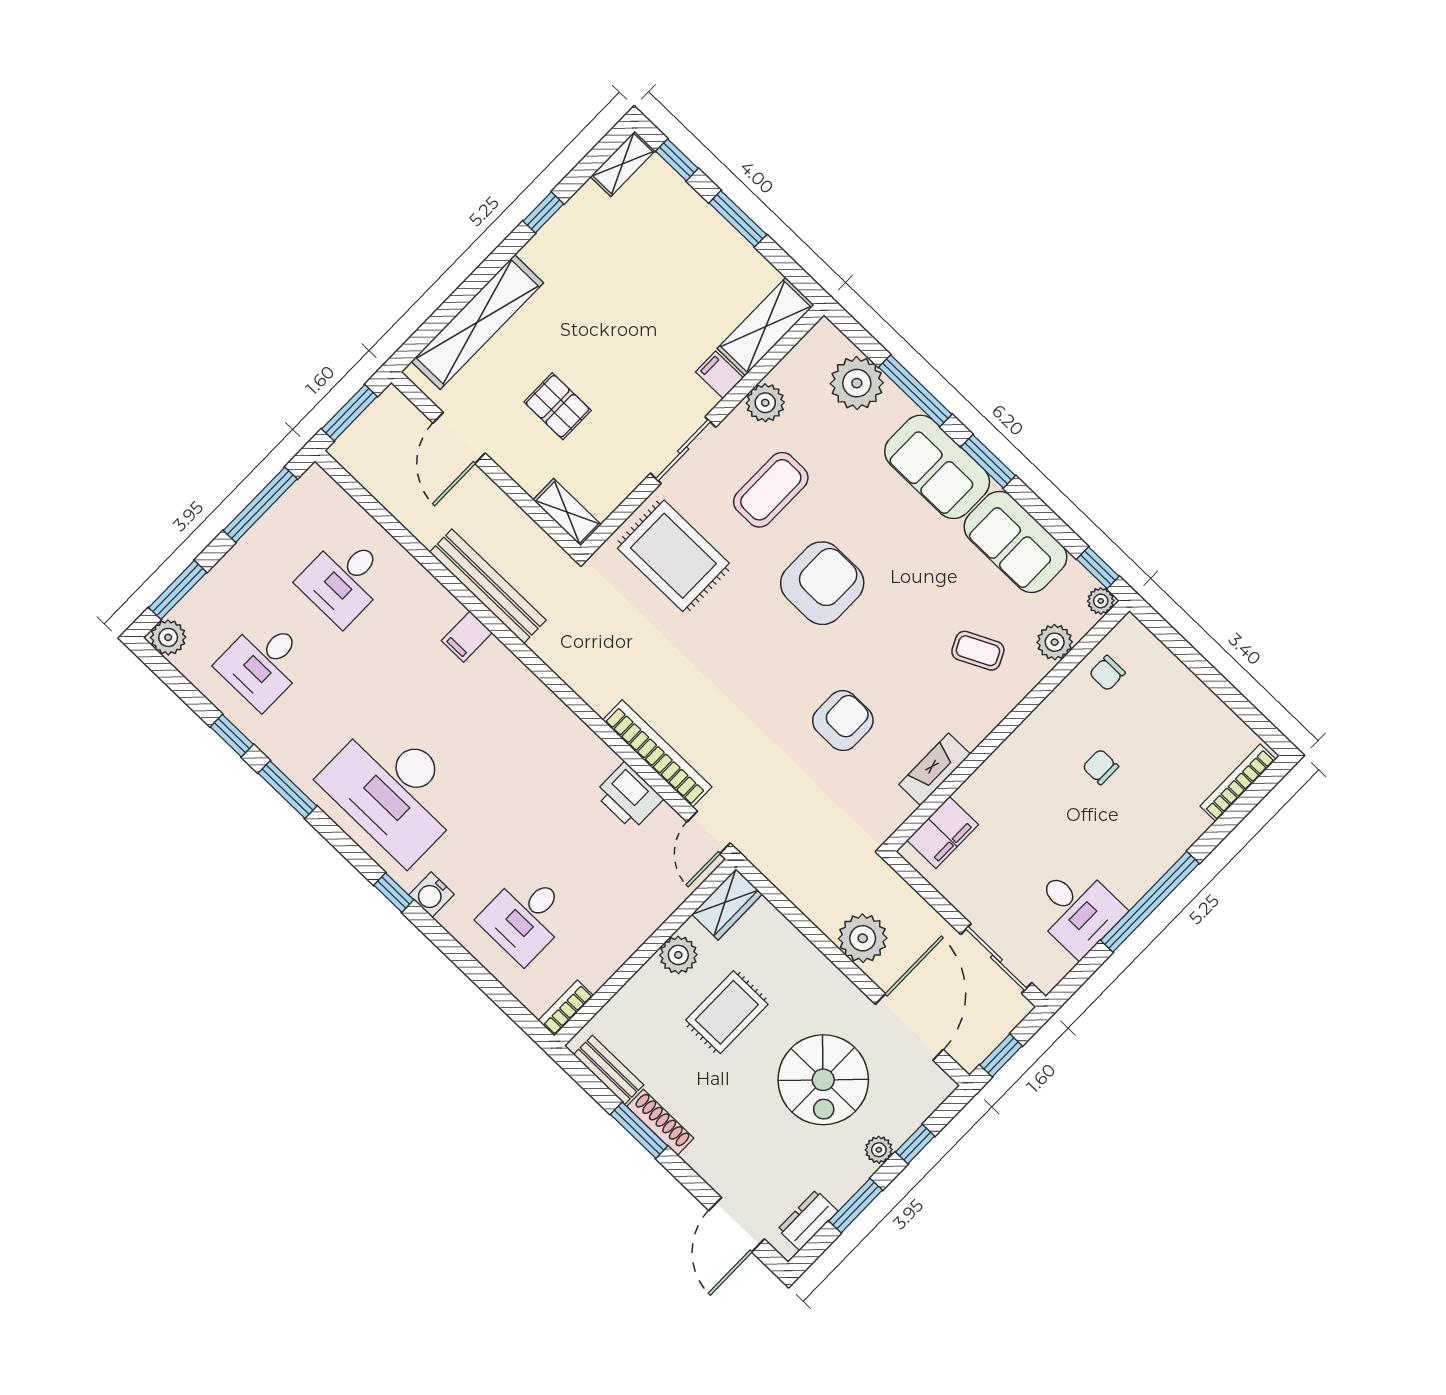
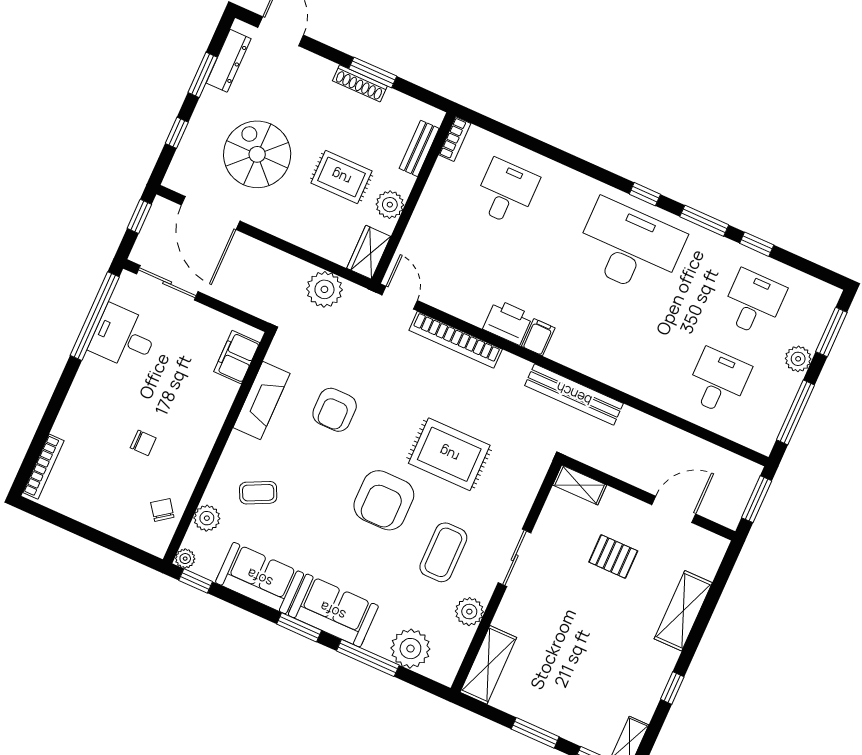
shelving: (477, 322) -> (683, 611), width x0.68
filing cabinet: (719, 375) -> (508, 619), removed
door: (459, 438) -> (674, 509), hinge flipped
rug: (673, 556) -> (449, 454), moved
bench: (488, 586) -> (574, 394), moved
plant: (168, 637) -> (798, 359), moved
filing cabinet: (467, 637) -> (538, 337), moved
chair: (1107, 673) -> (162, 510), turned -36
fireplace: (935, 769) -> (261, 401), width x1.37, depth x1.32
printer: (629, 796) -> (508, 322), moved
window: (394, 893) -> (645, 194), moved
water cooler: (432, 895) -> (577, 184), removed
window: (1150, 902) -> (95, 316), moved
plant: (863, 938) -> (324, 289), moved
rug: (727, 1012) -> (341, 177), turned 90
bench: (609, 1070) -> (419, 148), moved, turned 90
plant: (879, 1150) -> (201, 120), removed
dresser: (808, 1220) -> (229, 61), width x1.44

